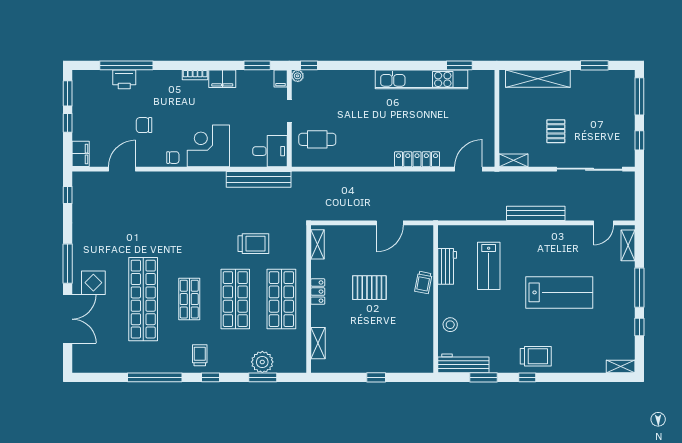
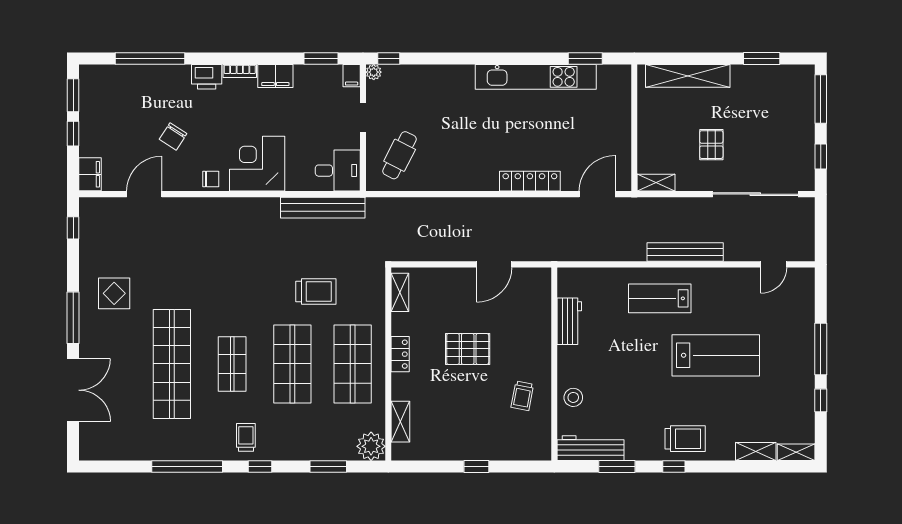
printer: (124, 79) -> (207, 77), moved
chair: (144, 125) -> (173, 136), turned -57
cafe table: (317, 139) -> (400, 155), turned -63
shelving: (628, 245) -> (756, 452), moved, turned 90
lab bench: (489, 266) -> (660, 298), moved, turned 90
trolley: (423, 282) -> (522, 396), moved
display table: (93, 283) -> (114, 293), moved
plant: (262, 362) -> (371, 446), moved

